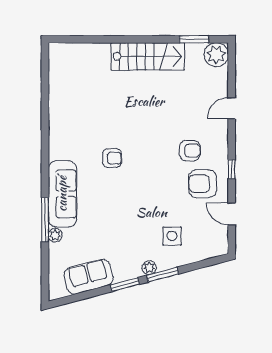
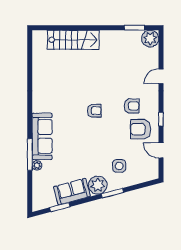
stairs: (148, 56) -> (73, 40), moved
armchair: (112, 158) -> (94, 111), moved
plant: (149, 268) -> (98, 185), width x1.87, depth x1.87
sofa: (88, 277) -> (72, 192), moved
window: (125, 285) -> (60, 207), moved

